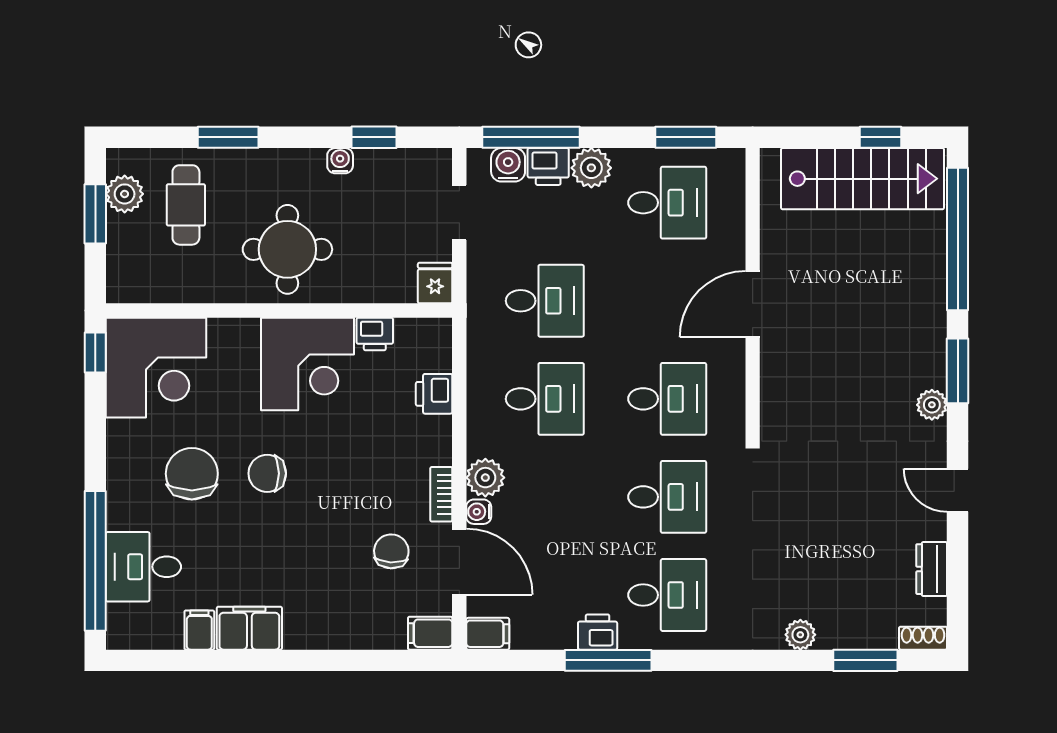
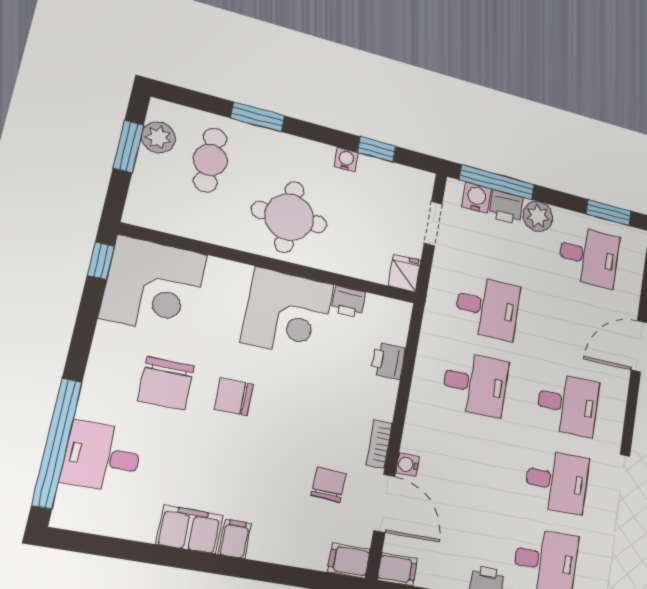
chair: (192, 474) -> (166, 383), turned 180
plant: (485, 478) -> (418, 438), removed
filing cabinet: (199, 630) -> (235, 539), moved

